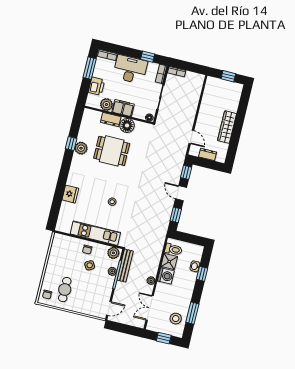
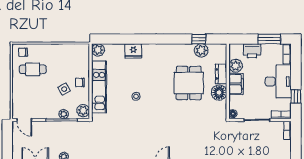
window: (71, 144) -> (199, 39), moved
plant: (81, 148) -> (201, 50), moved
plant: (62, 226) -> (98, 50), added
bench: (125, 266) -> (73, 126), removed

